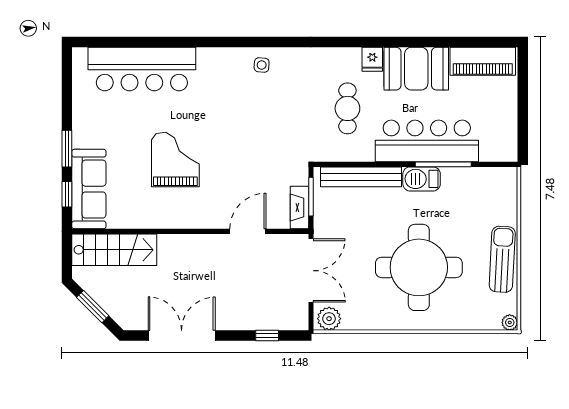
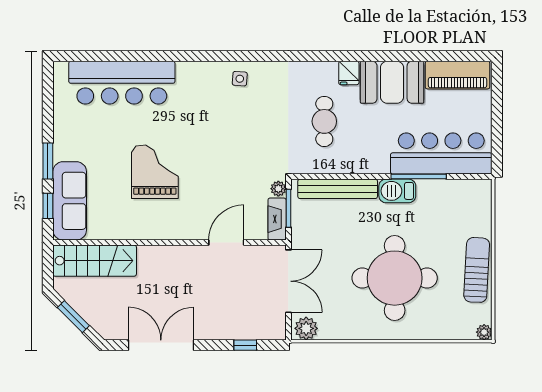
bar counter: (427, 141) -> (441, 153), moved
plant: (301, 177) -> (278, 189), added

